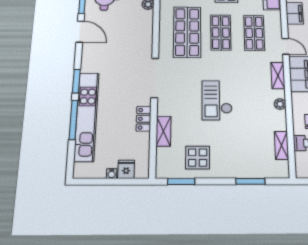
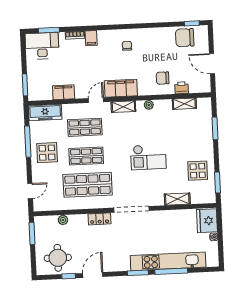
locker: (144, 119) -> (100, 219), moved
fridge: (126, 169) -> (207, 221), width x1.88, depth x1.34

